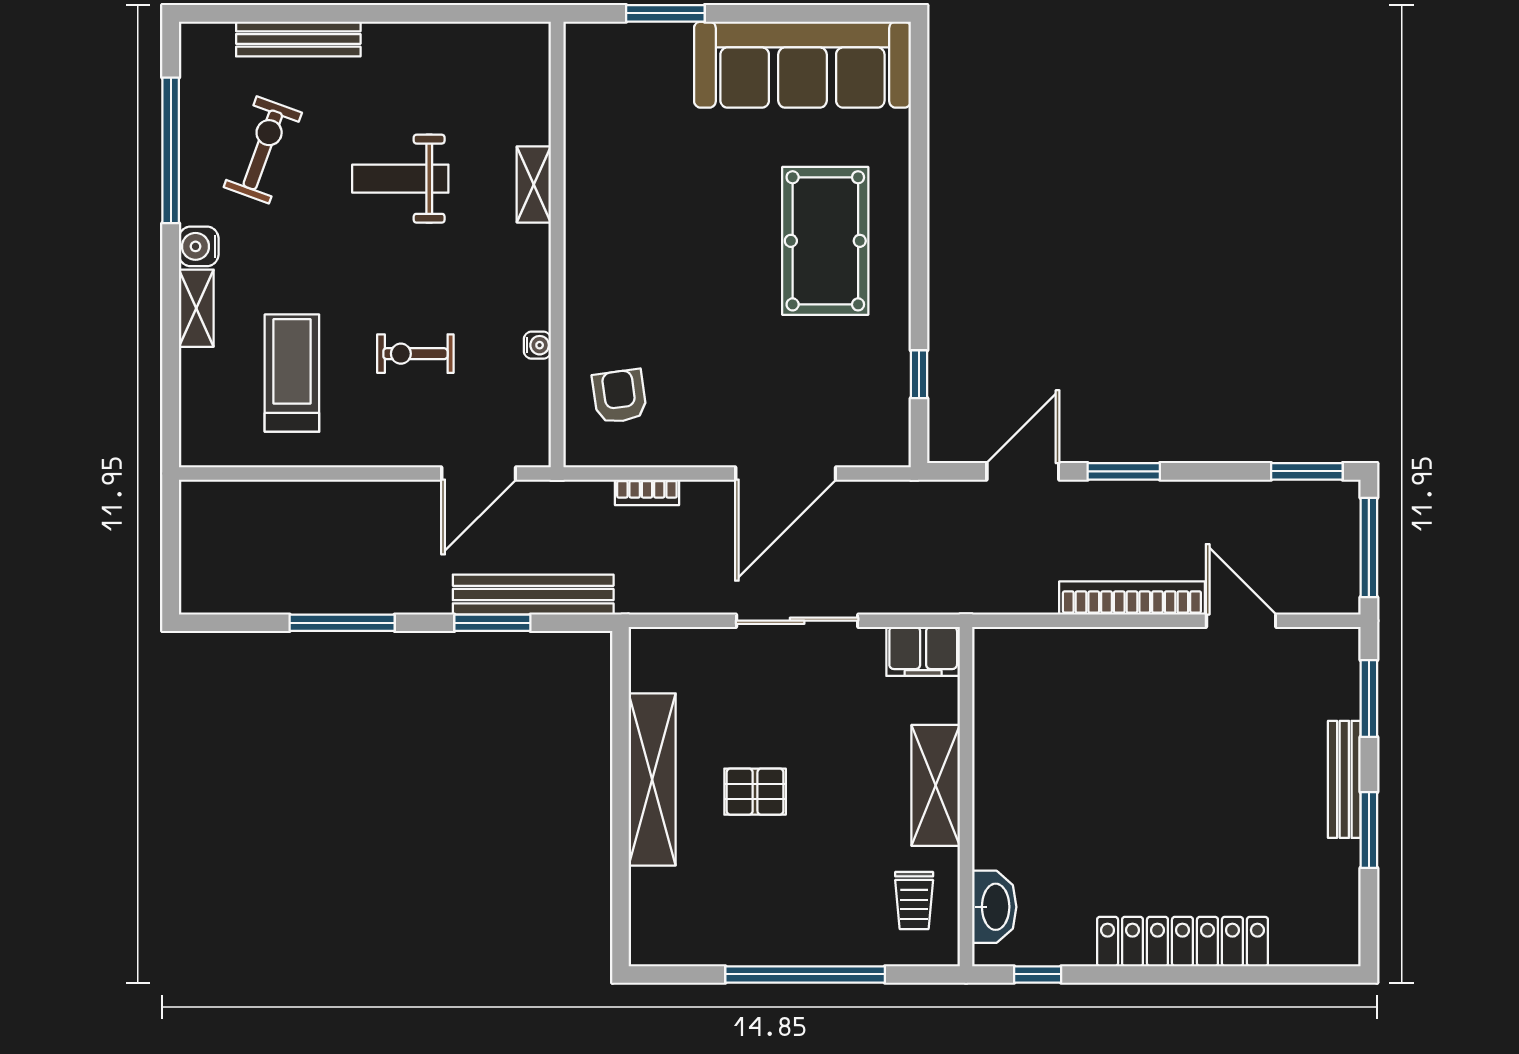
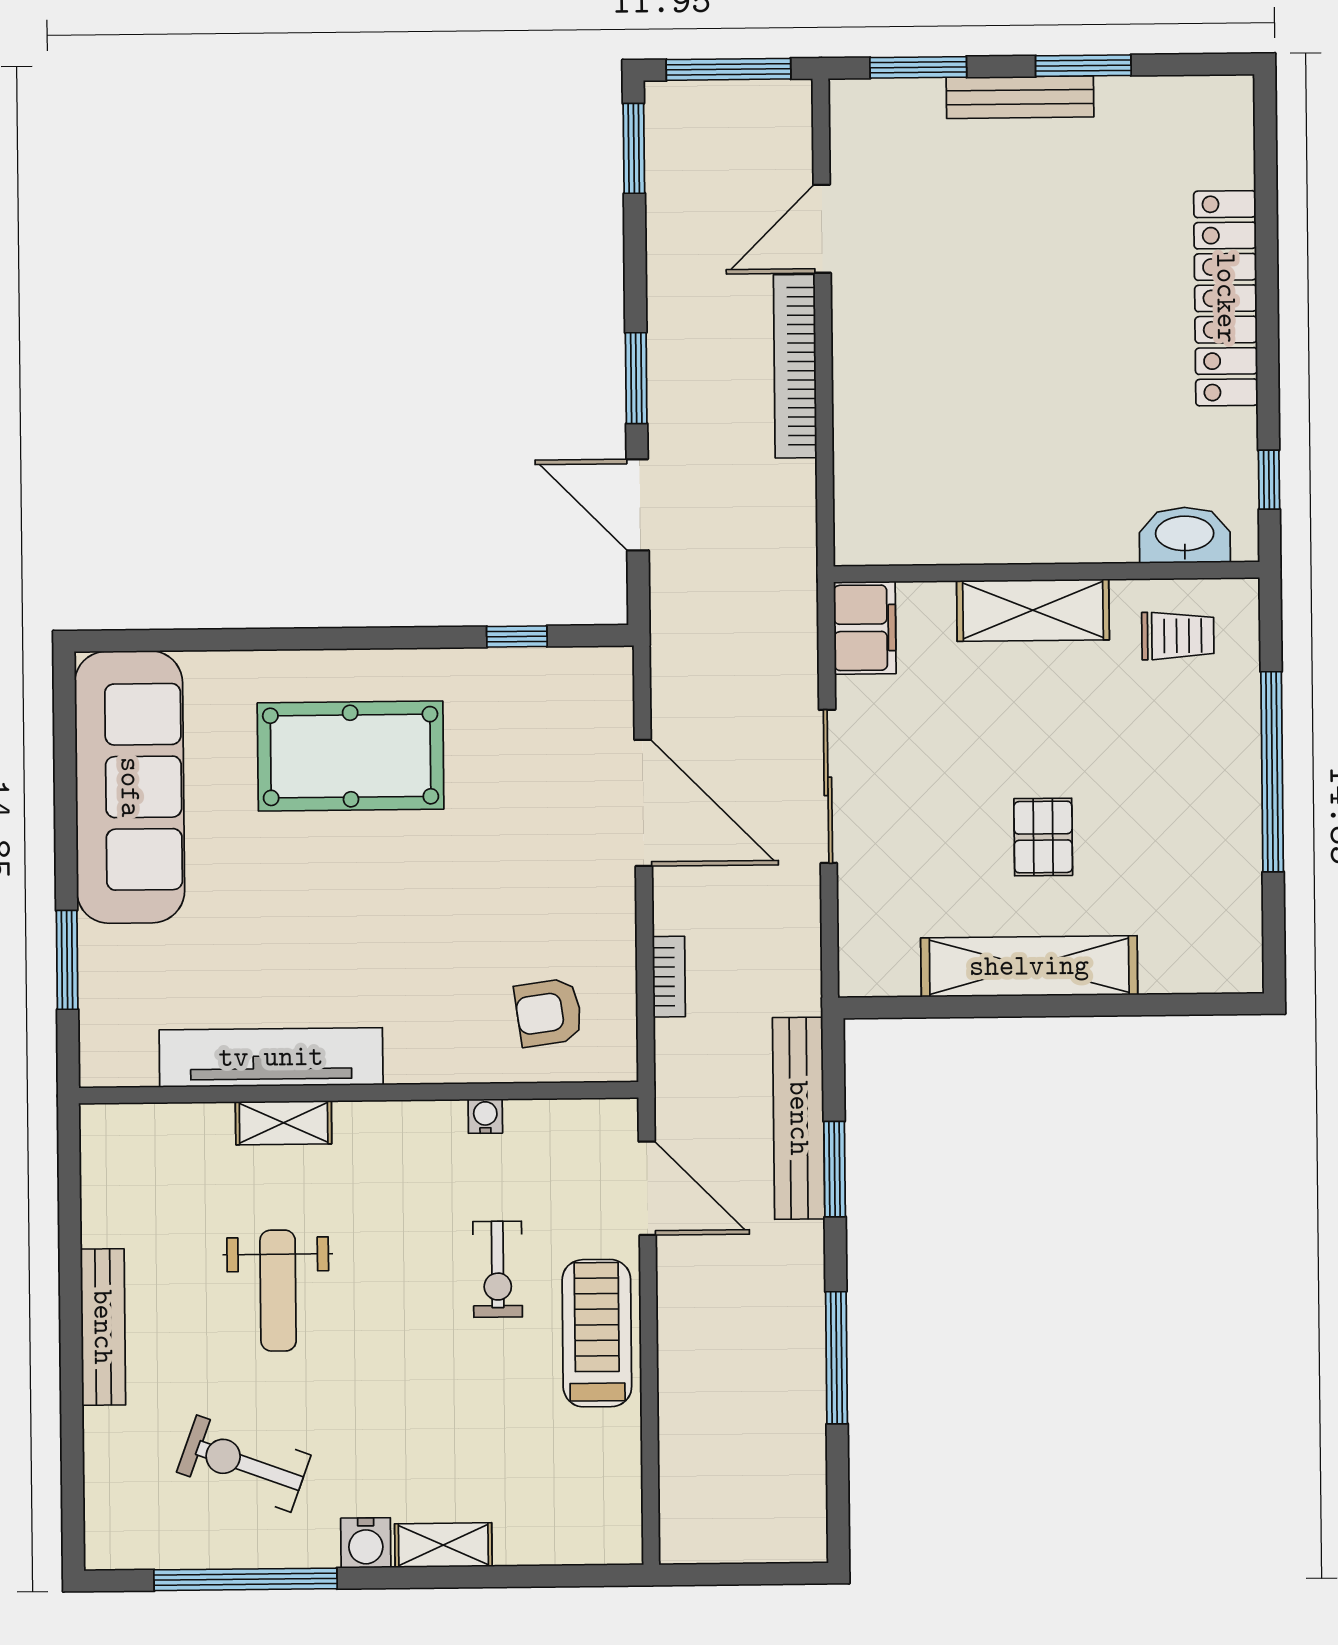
bench: (298, 39) -> (103, 1327), moved
tv unit: (586, 175) -> (271, 1057), added
treadmill: (292, 373) -> (597, 1333), moved, turned 90

